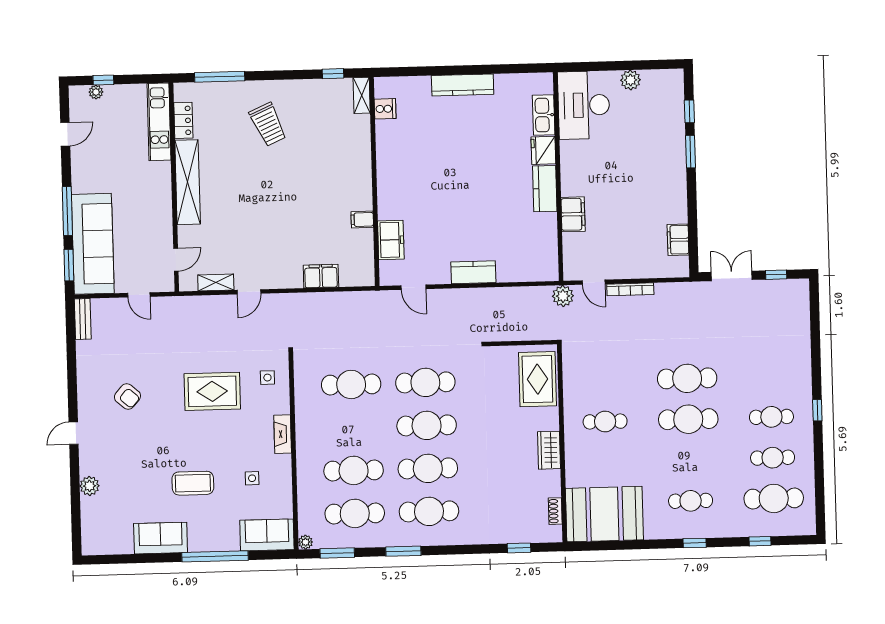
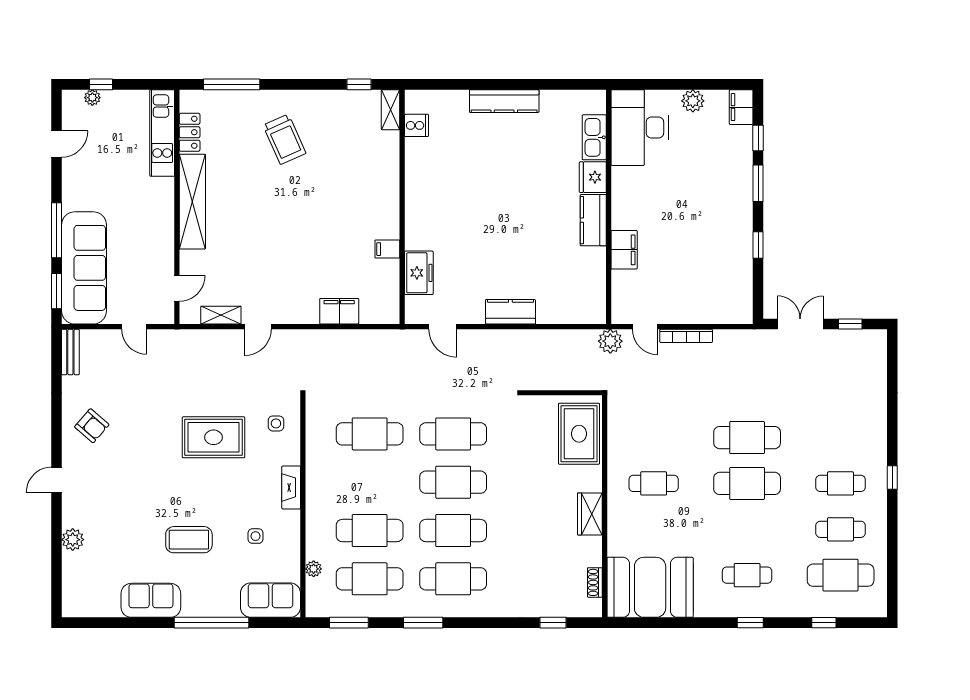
window: (692, 207) -> (758, 245), added
filing cabinet: (678, 240) -> (741, 107), moved
armchair: (127, 397) -> (92, 426), moved
plant: (306, 542) -> (314, 569), moved

